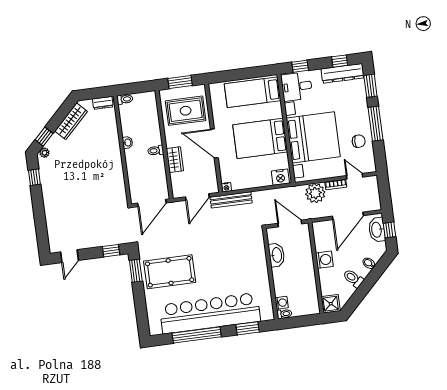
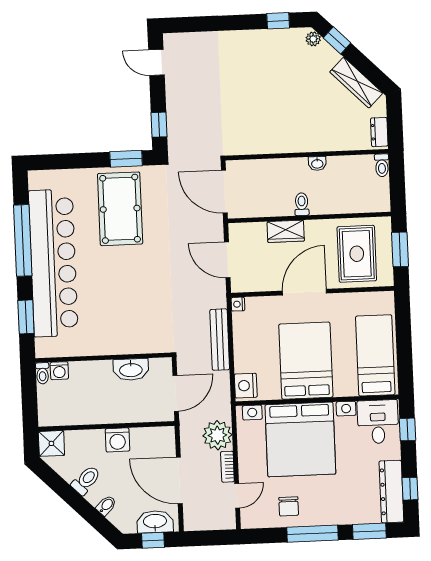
bench: (231, 200) -> (220, 340), moved

